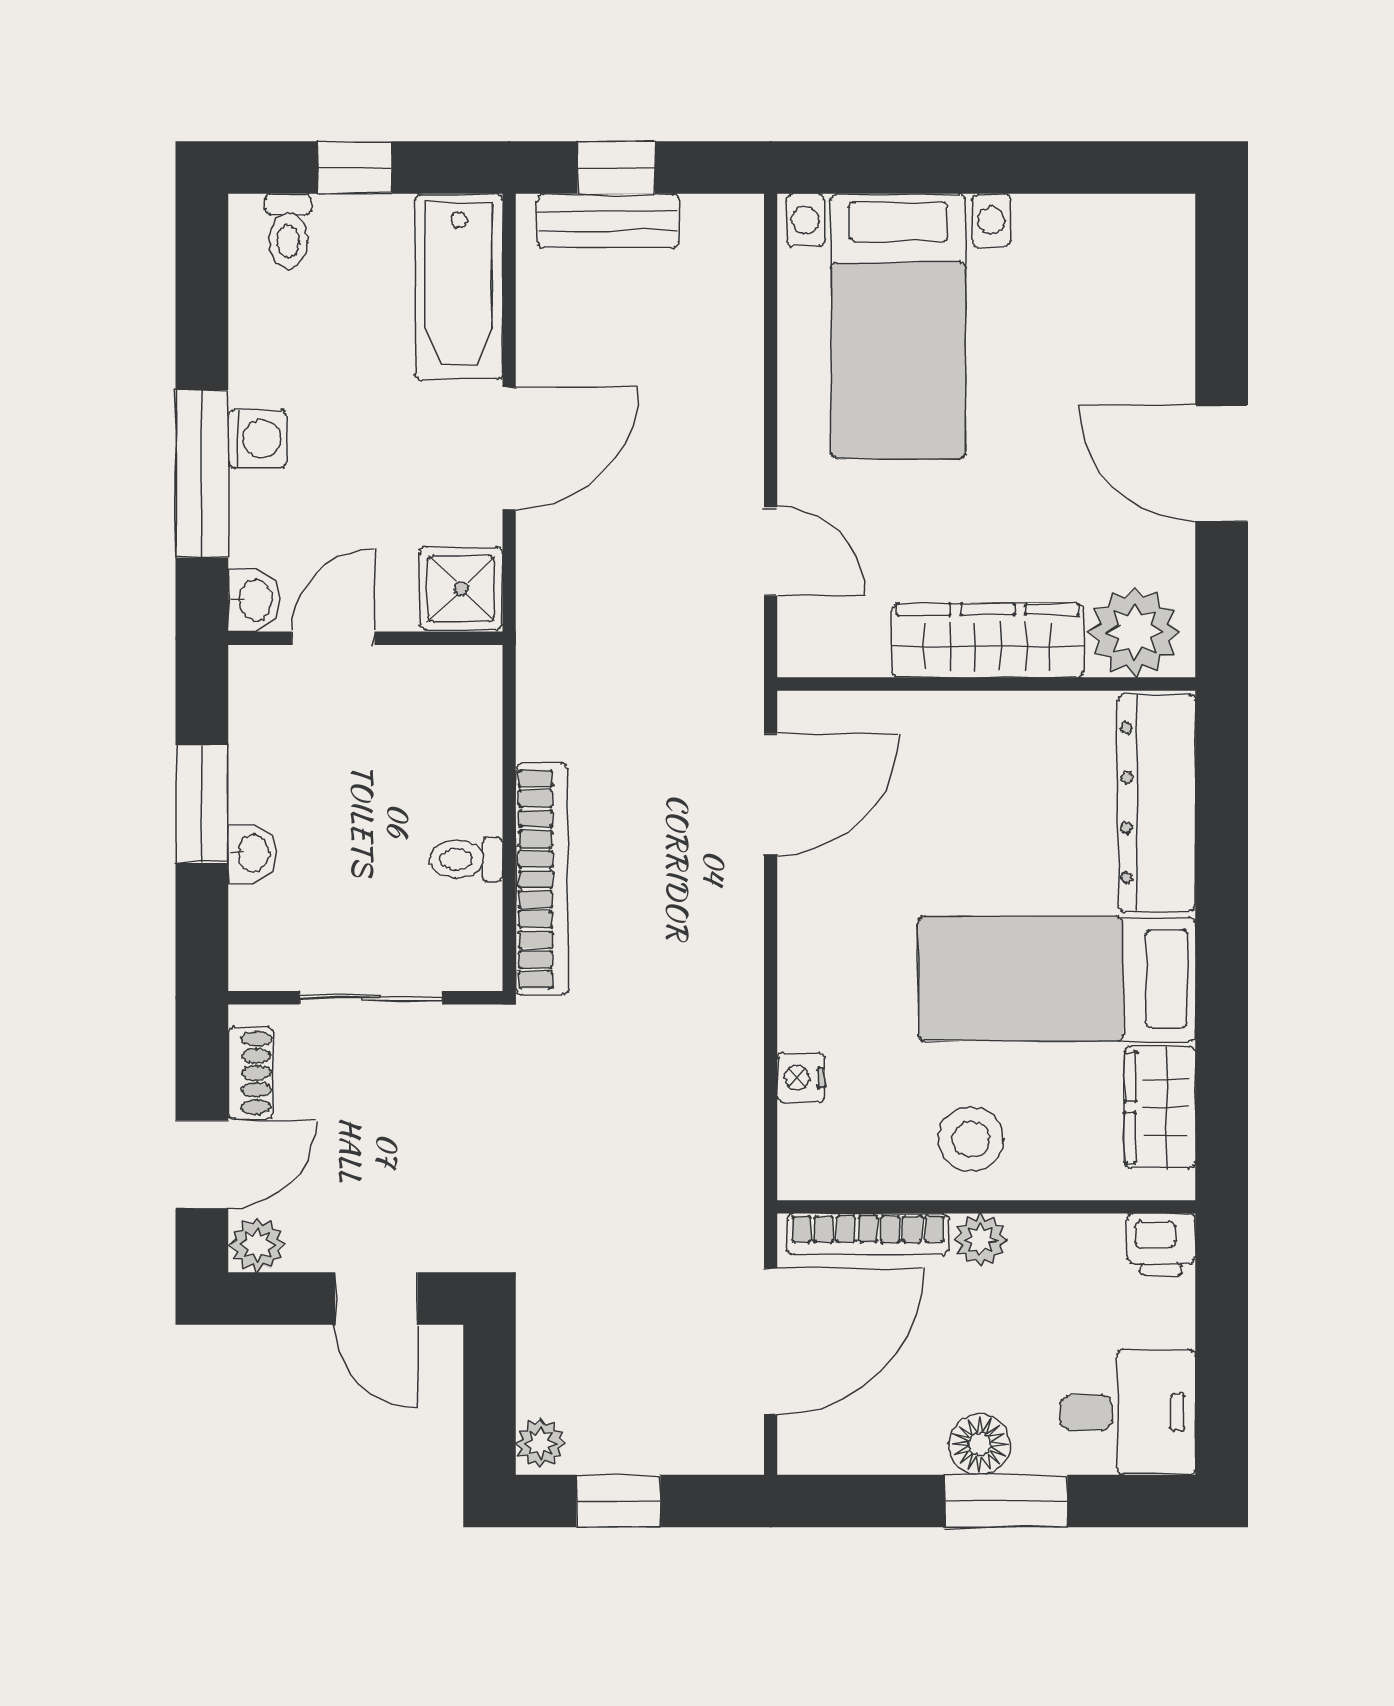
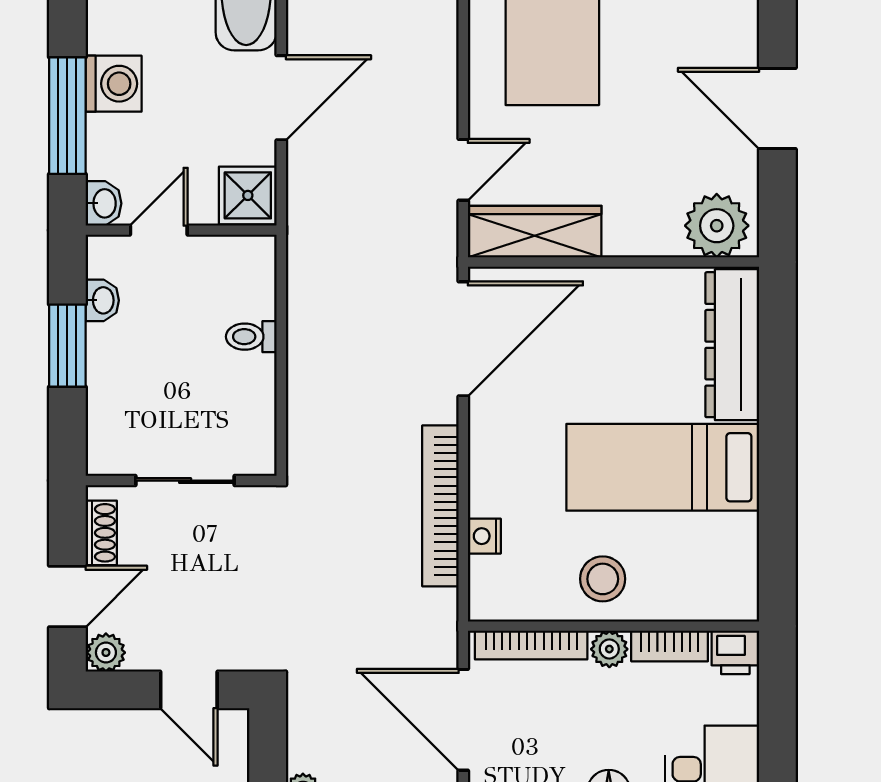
washing machine: (257, 439) -> (114, 84), width x1.38, depth x1.38
door: (771, 551) -> (463, 170), hinge flipped
wardrobe: (988, 640) -> (535, 232), moved
door: (771, 794) -> (463, 339), width x1.36
washbasin: (252, 853) -> (102, 300), moved
toilet: (466, 859) -> (251, 337), moved
bookcase: (542, 879) -> (440, 506), moved, turned 180
wardrobe: (1160, 1107) -> (735, 557), removed
bookcase: (1067, 1235) -> (670, 646), added
door: (771, 1341) -> (463, 720), swing flipped

